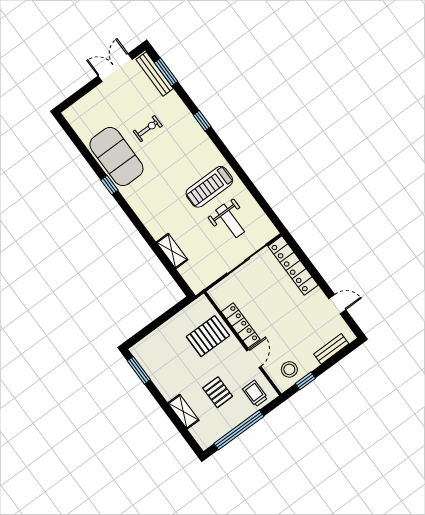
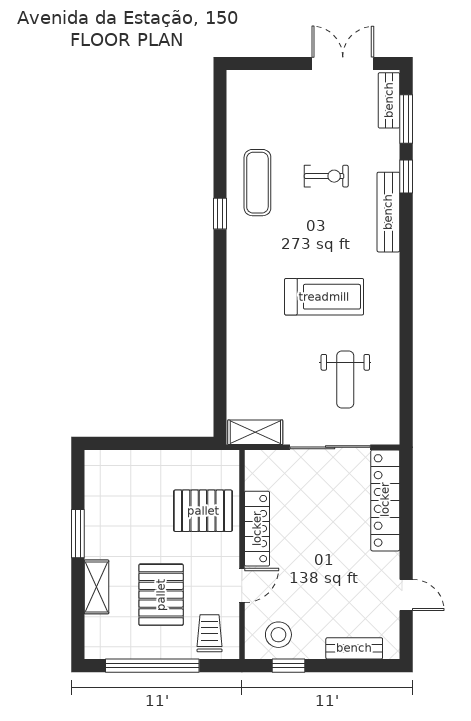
bench: (155, 74) -> (389, 100), width x0.73
window: (202, 121) -> (406, 176), moved
bench: (191, 124) -> (388, 212), added
exercise mat: (116, 156) -> (257, 183), width x0.50, depth x0.69
treadmill: (209, 187) -> (324, 297), moved, turned 180
shelving: (172, 251) -> (255, 432), moved, turned 90
window: (139, 370) -> (78, 534), moved
pallet: (218, 392) -> (161, 595), width x1.50, depth x1.42

